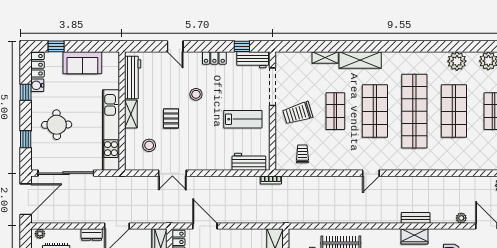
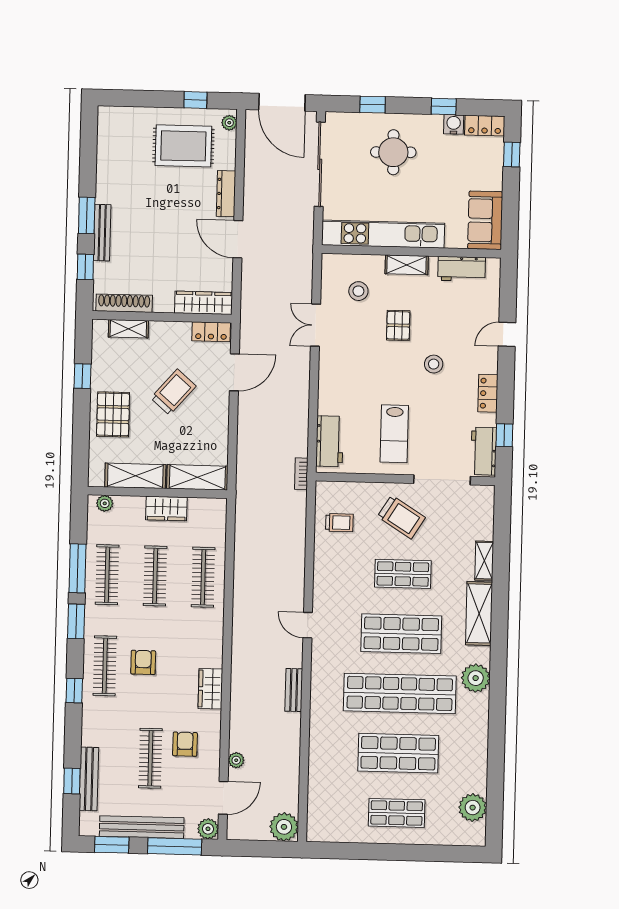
plant: (457, 61) -> (476, 678), moved
sofa: (82, 63) -> (485, 220), moved
workbench: (133, 78) -> (462, 269), width x0.73
trolley: (298, 113) -> (401, 517), turned 139
pallet: (171, 118) -> (398, 325), turned 90
bench: (416, 218) -> (294, 690), moved
dresser: (92, 235) -> (226, 194), width x1.44

